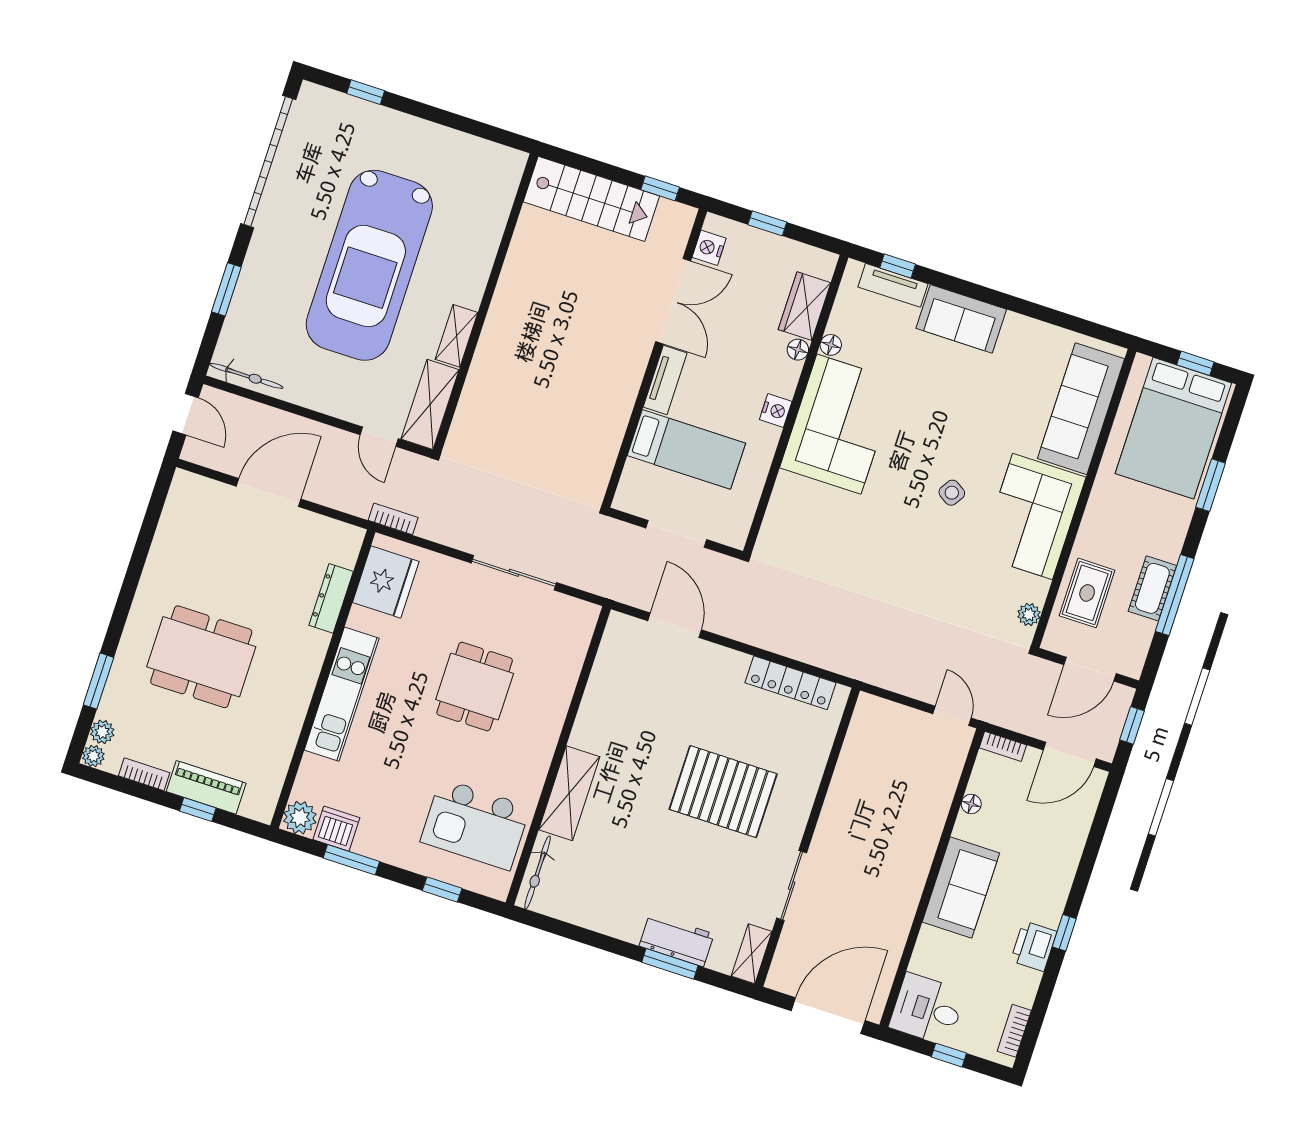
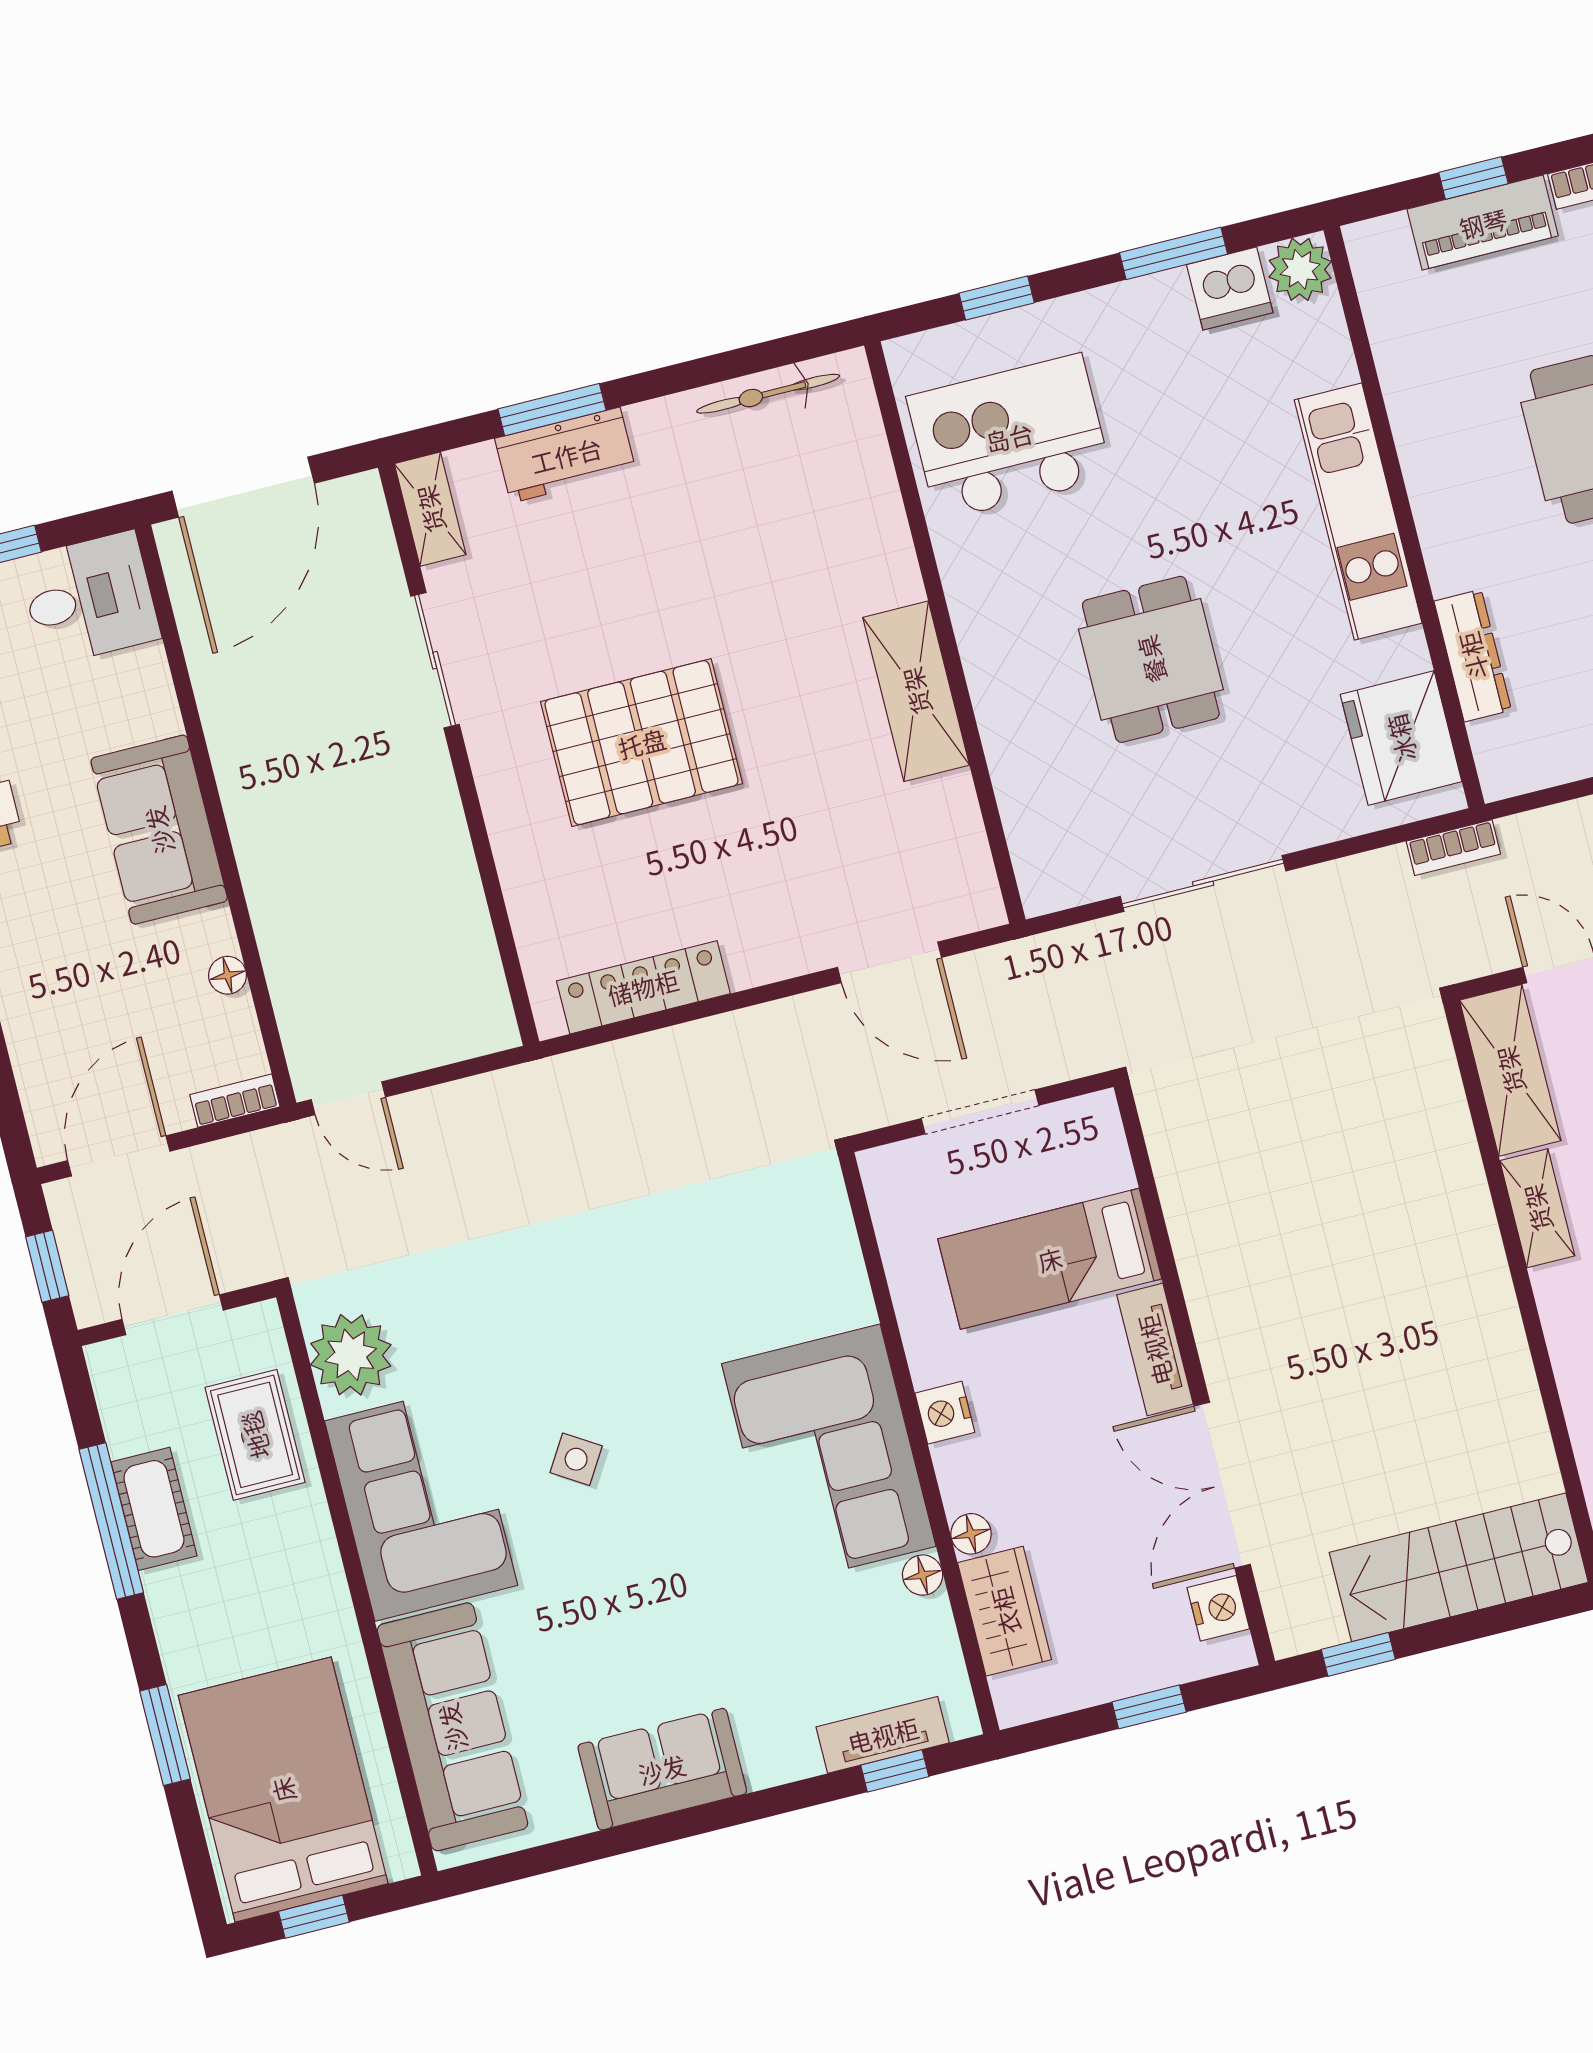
sofa: (961, 319) -> (662, 1769), moved
plant: (1029, 615) -> (351, 1355), width x1.88, depth x1.88
shelving: (569, 793) -> (916, 691), moved
bicycle: (538, 872) -> (768, 394), moved, turned -90

